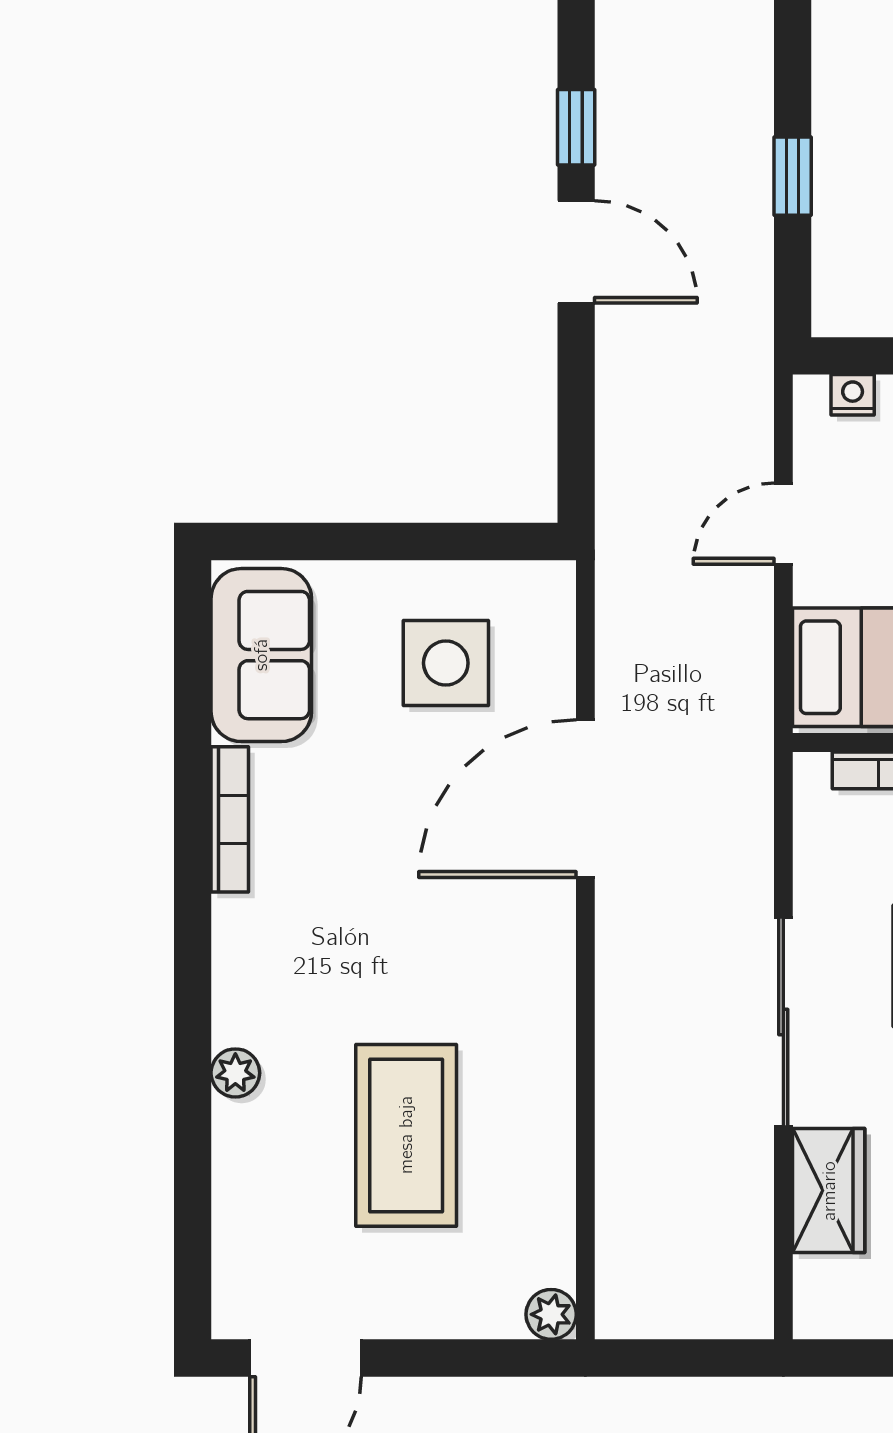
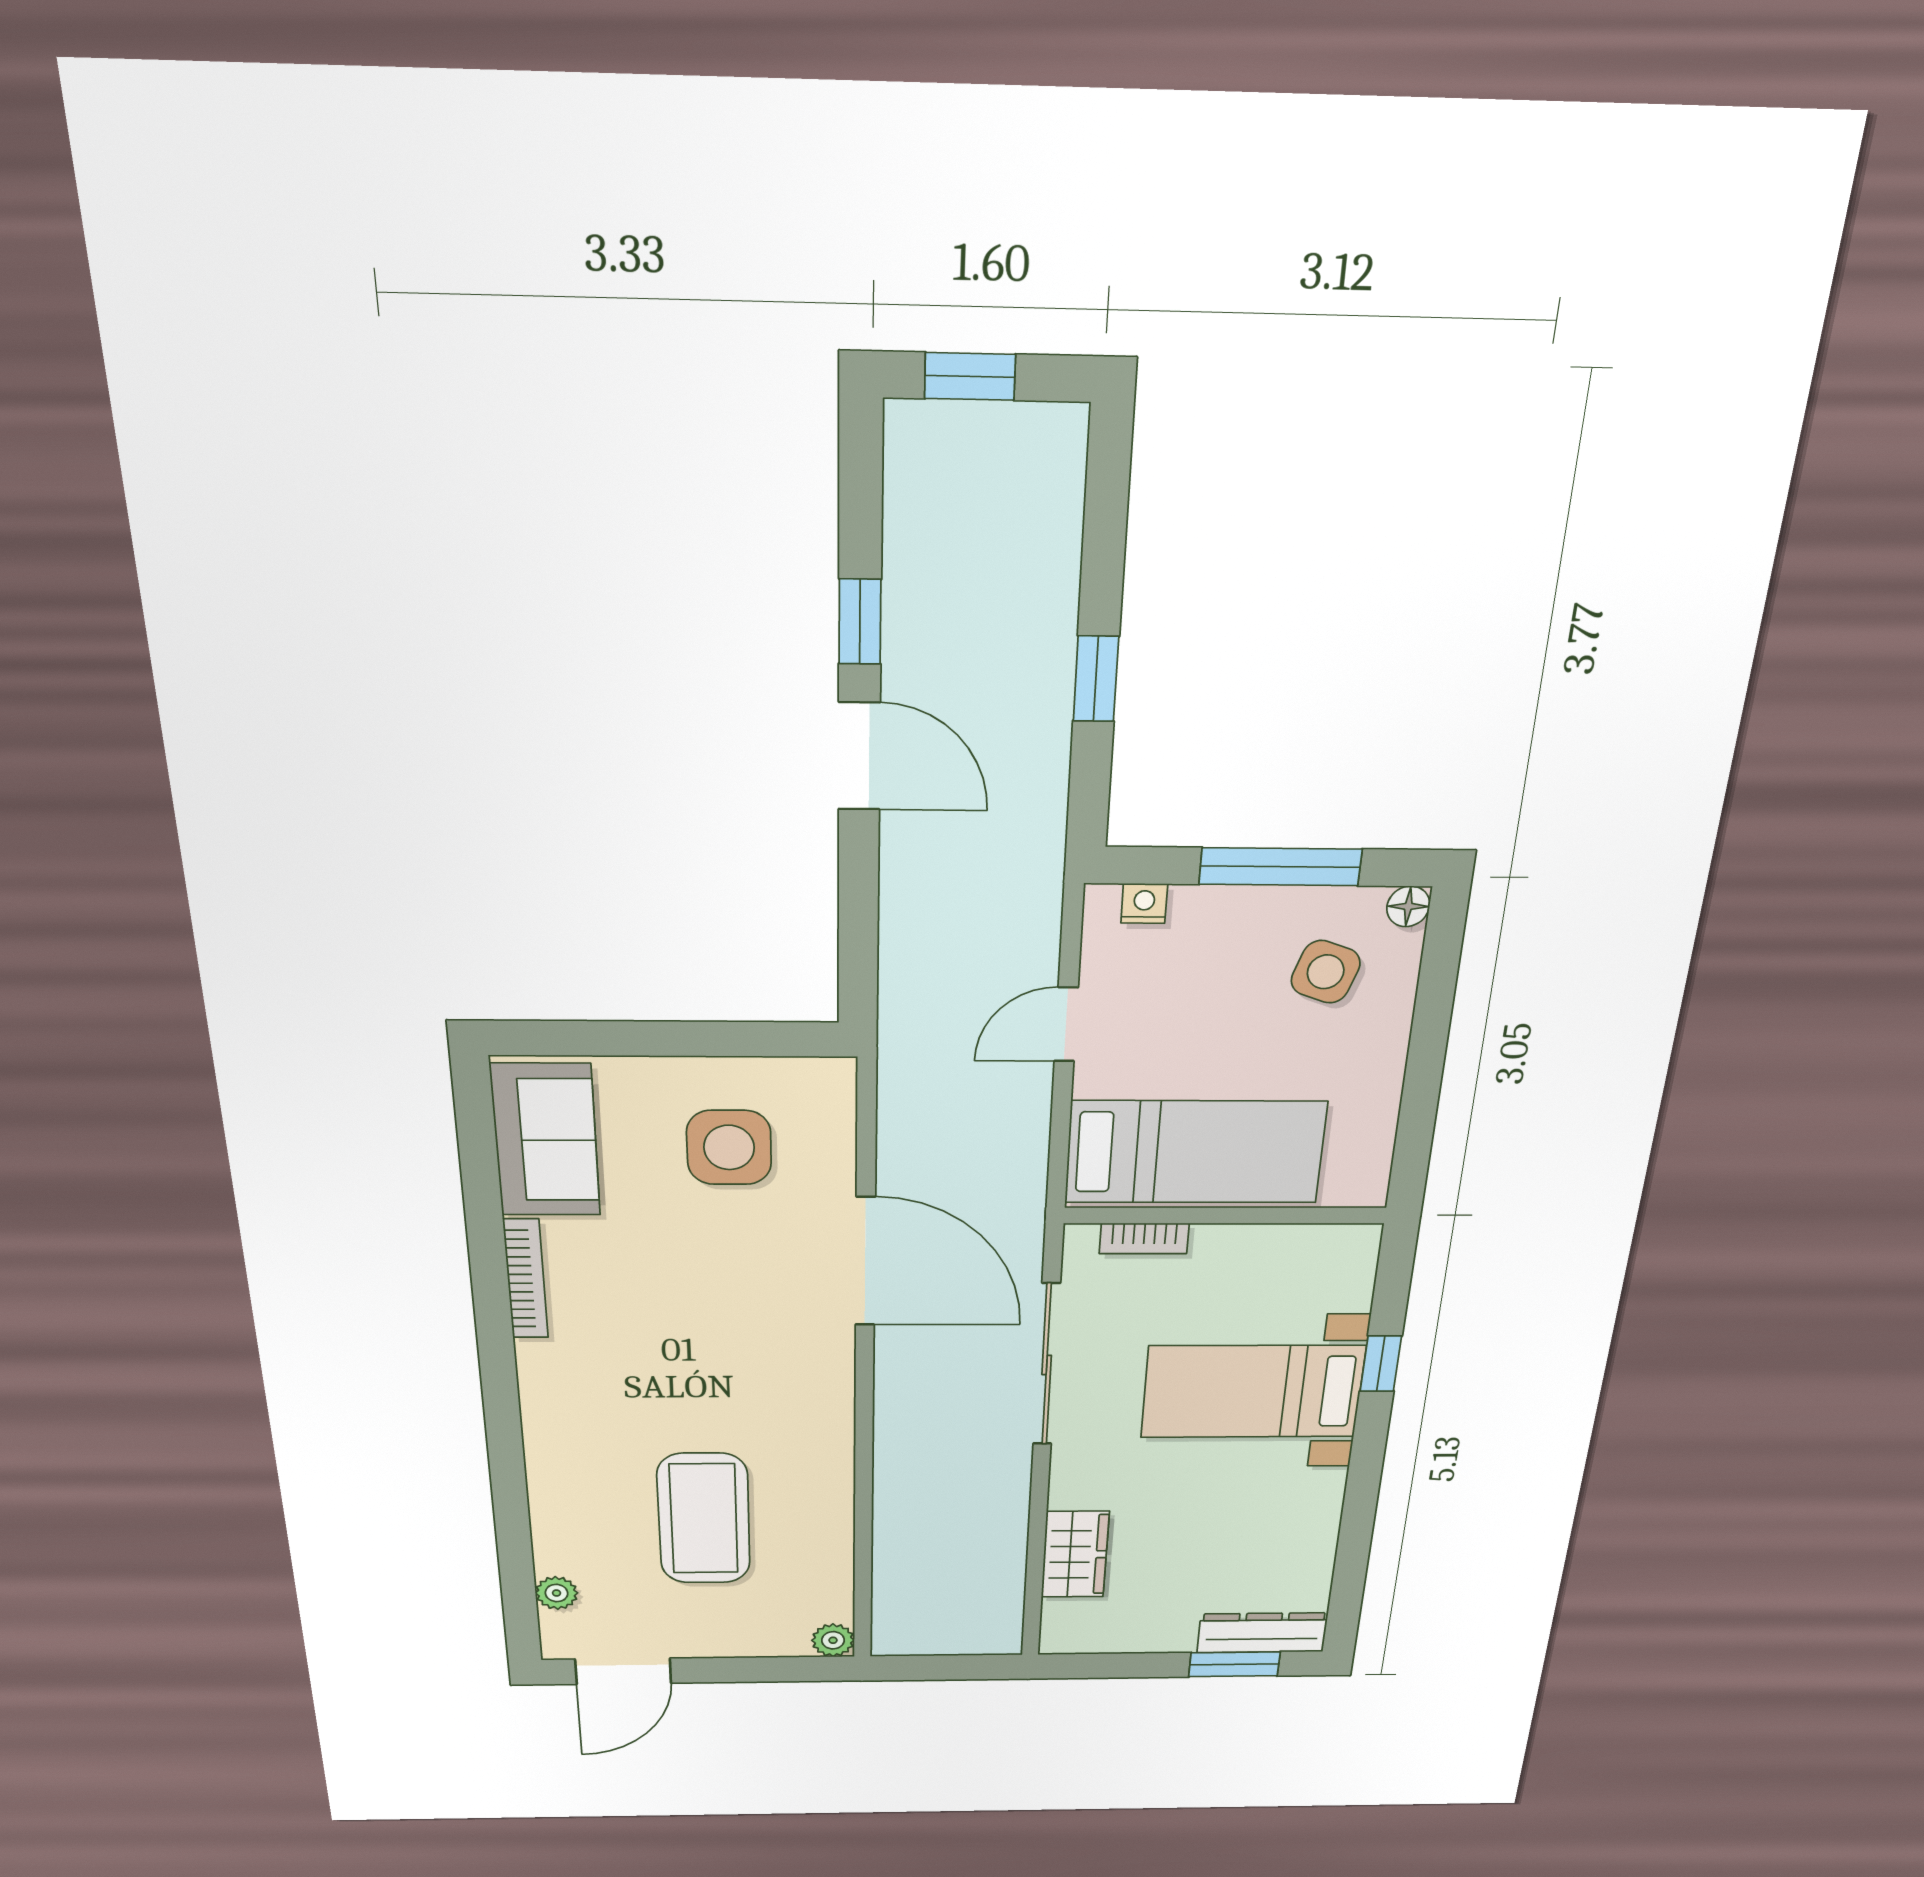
door: (585, 799) -> (865, 1262), swing flipped
sliding door: (783, 1022) -> (1047, 1365), moved
plant: (235, 1073) -> (557, 1593), moved

